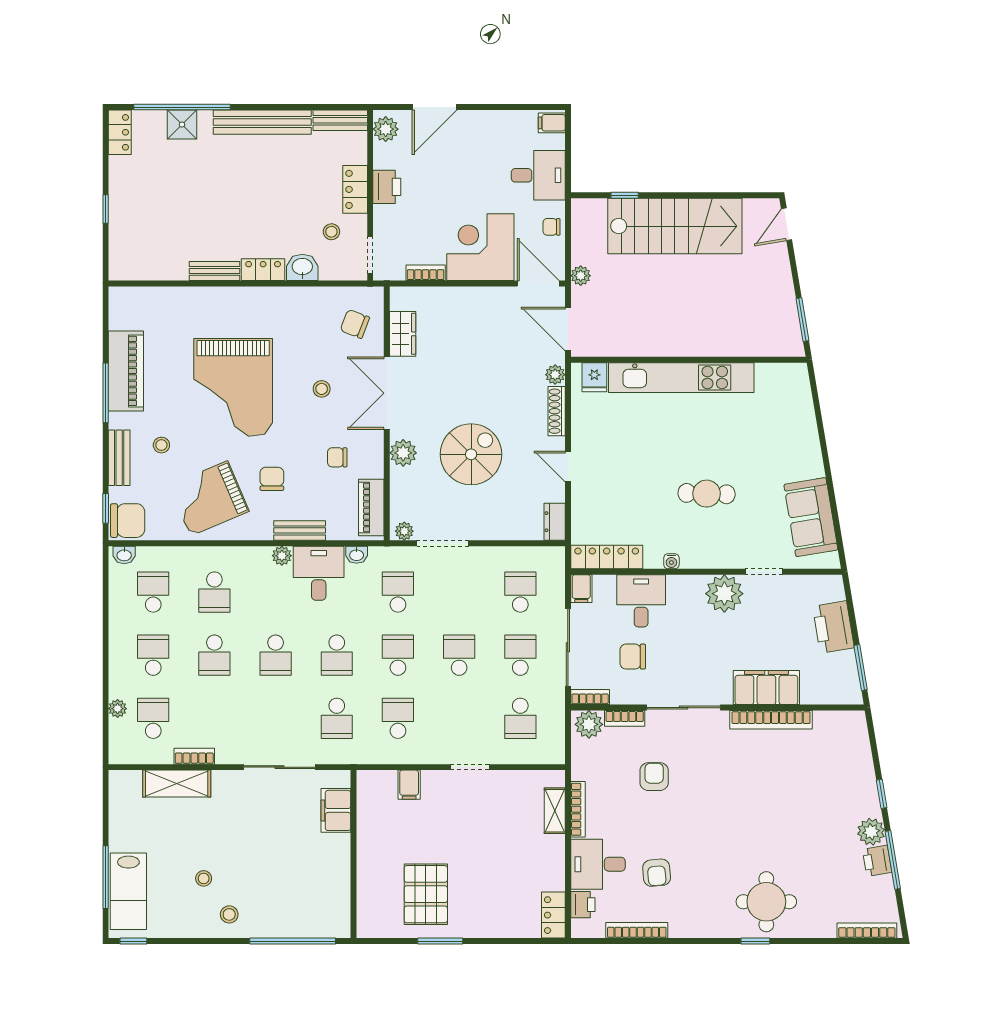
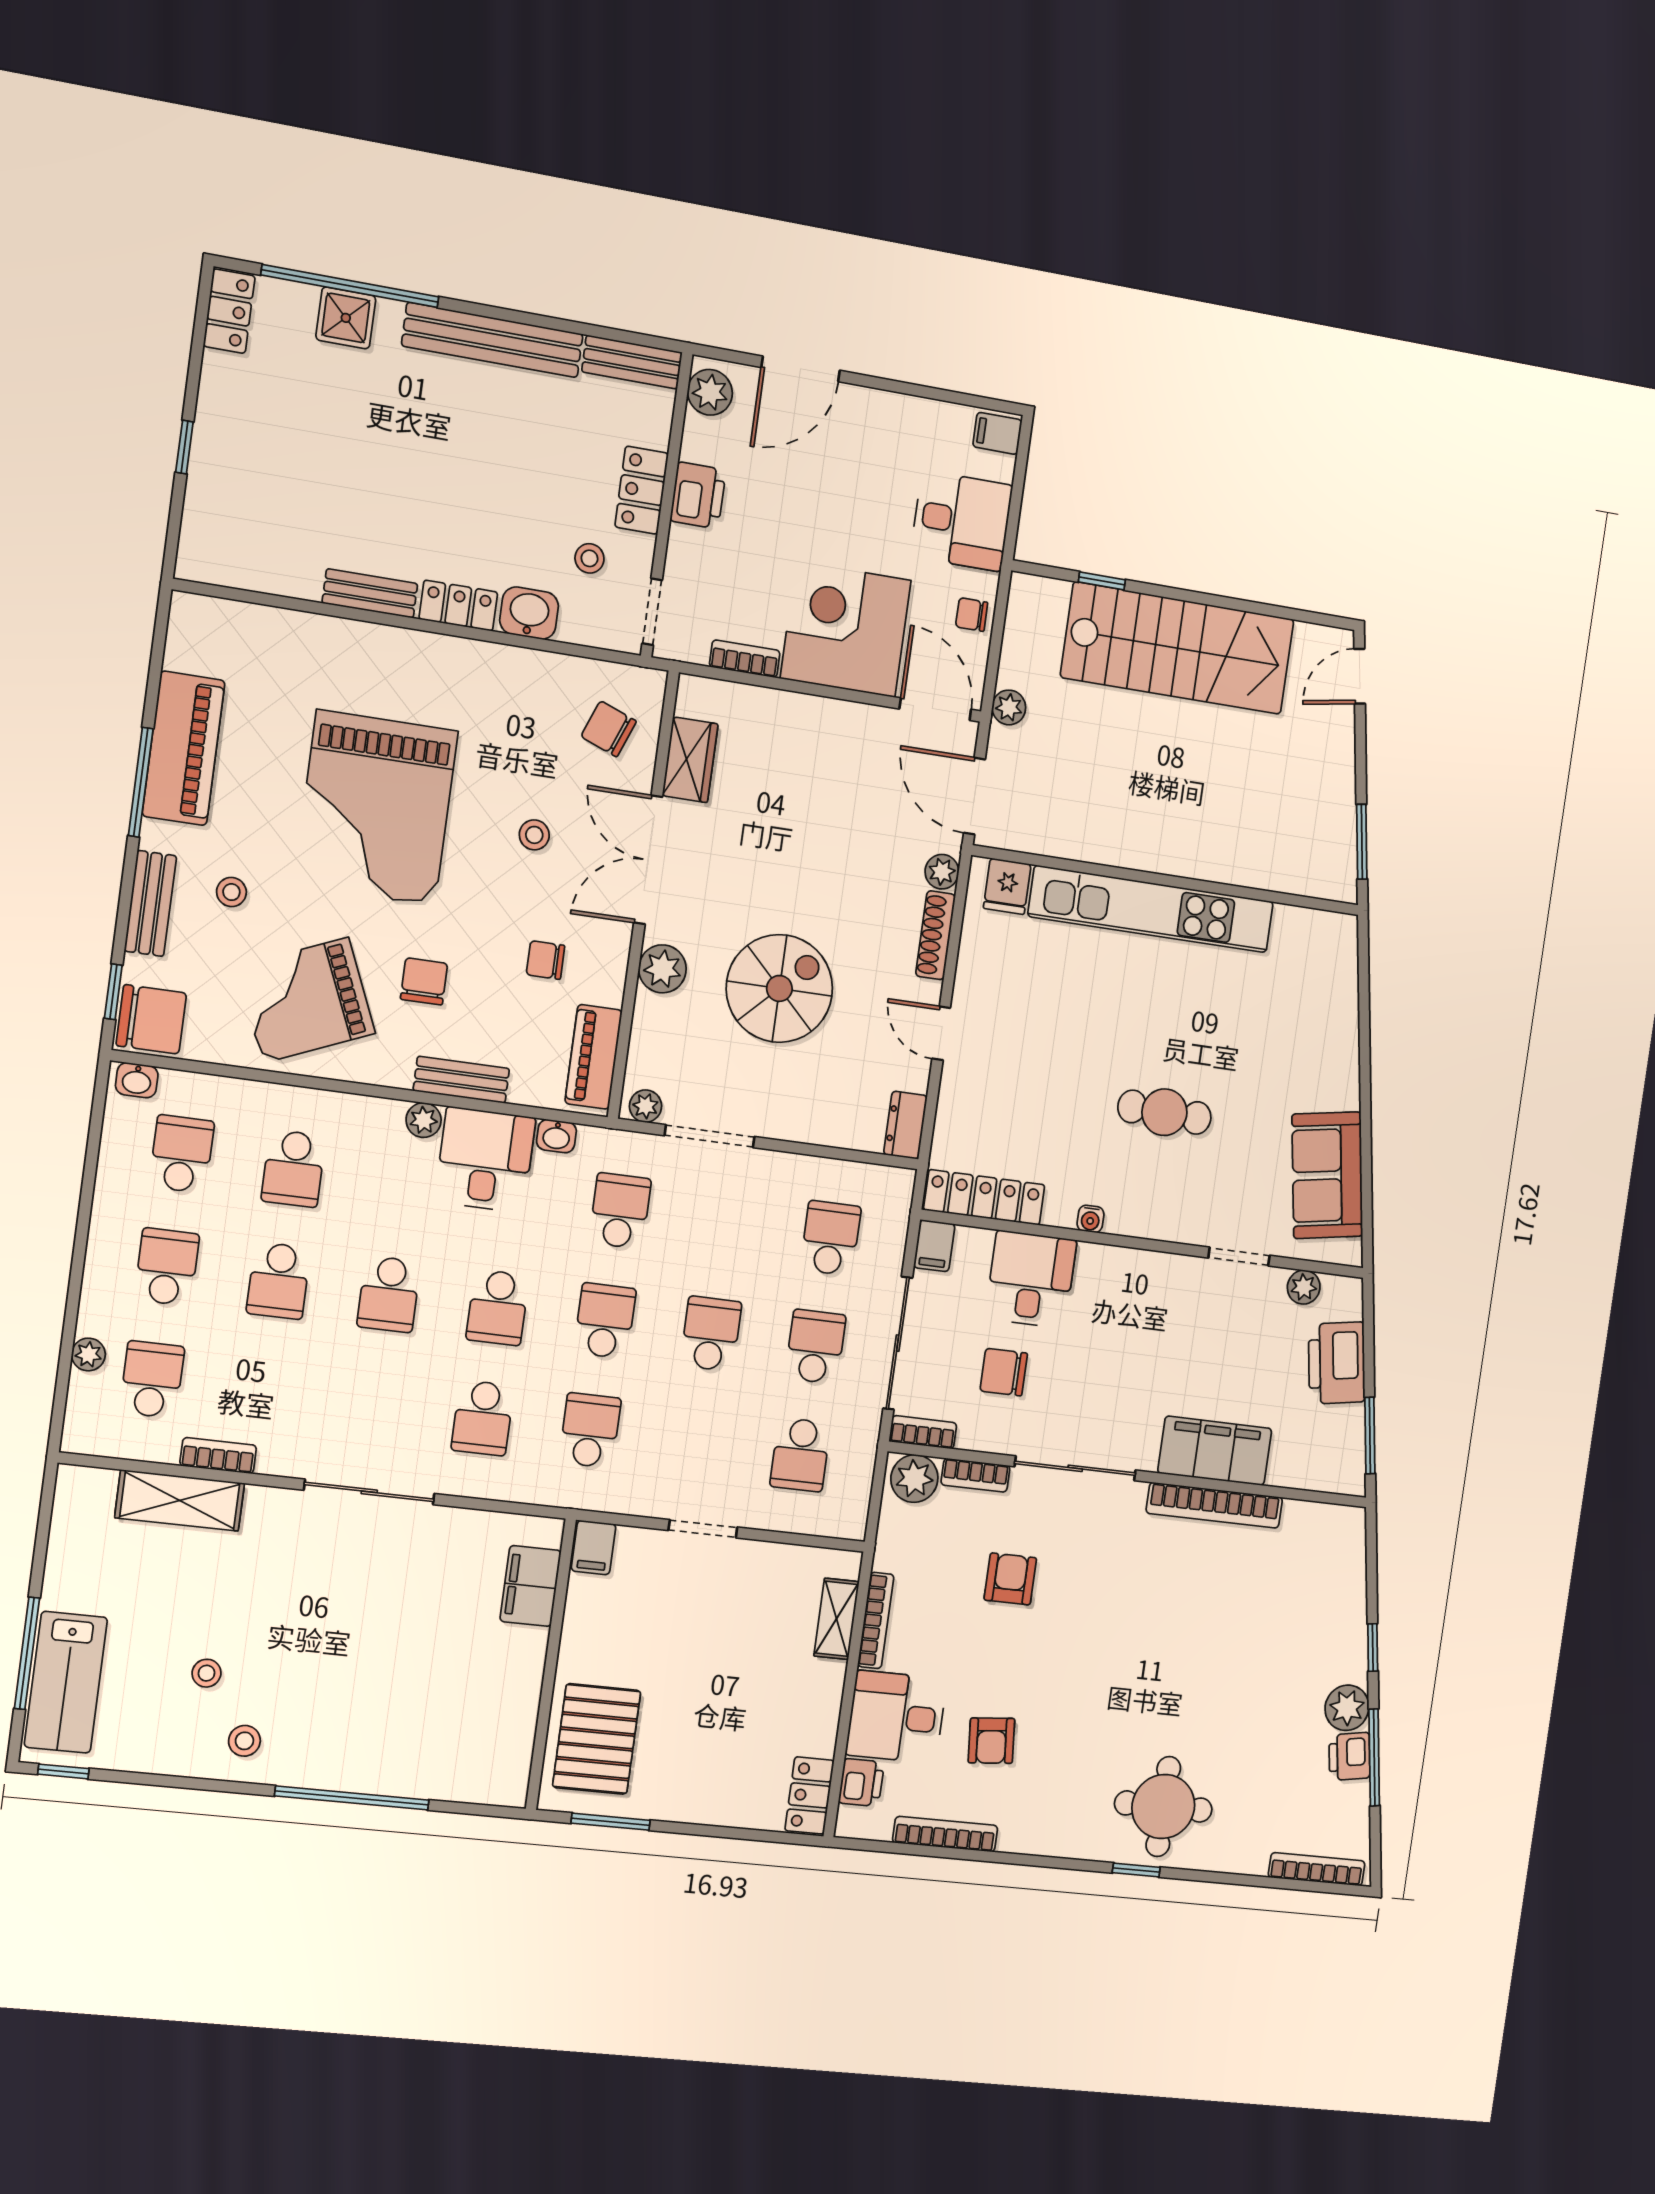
plant: (724, 594) -> (1304, 1287), moved, width x0.53, depth x0.53
filing cabinet: (336, 810) -> (531, 1586), moved
wall: (353, 854) -> (551, 1665), moved

